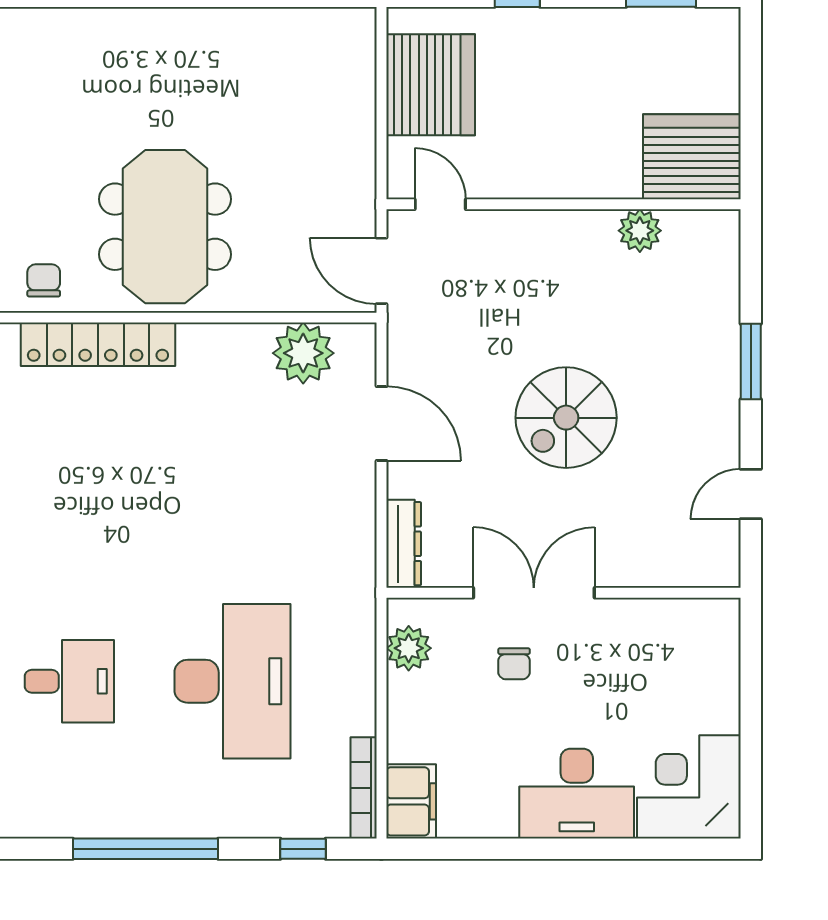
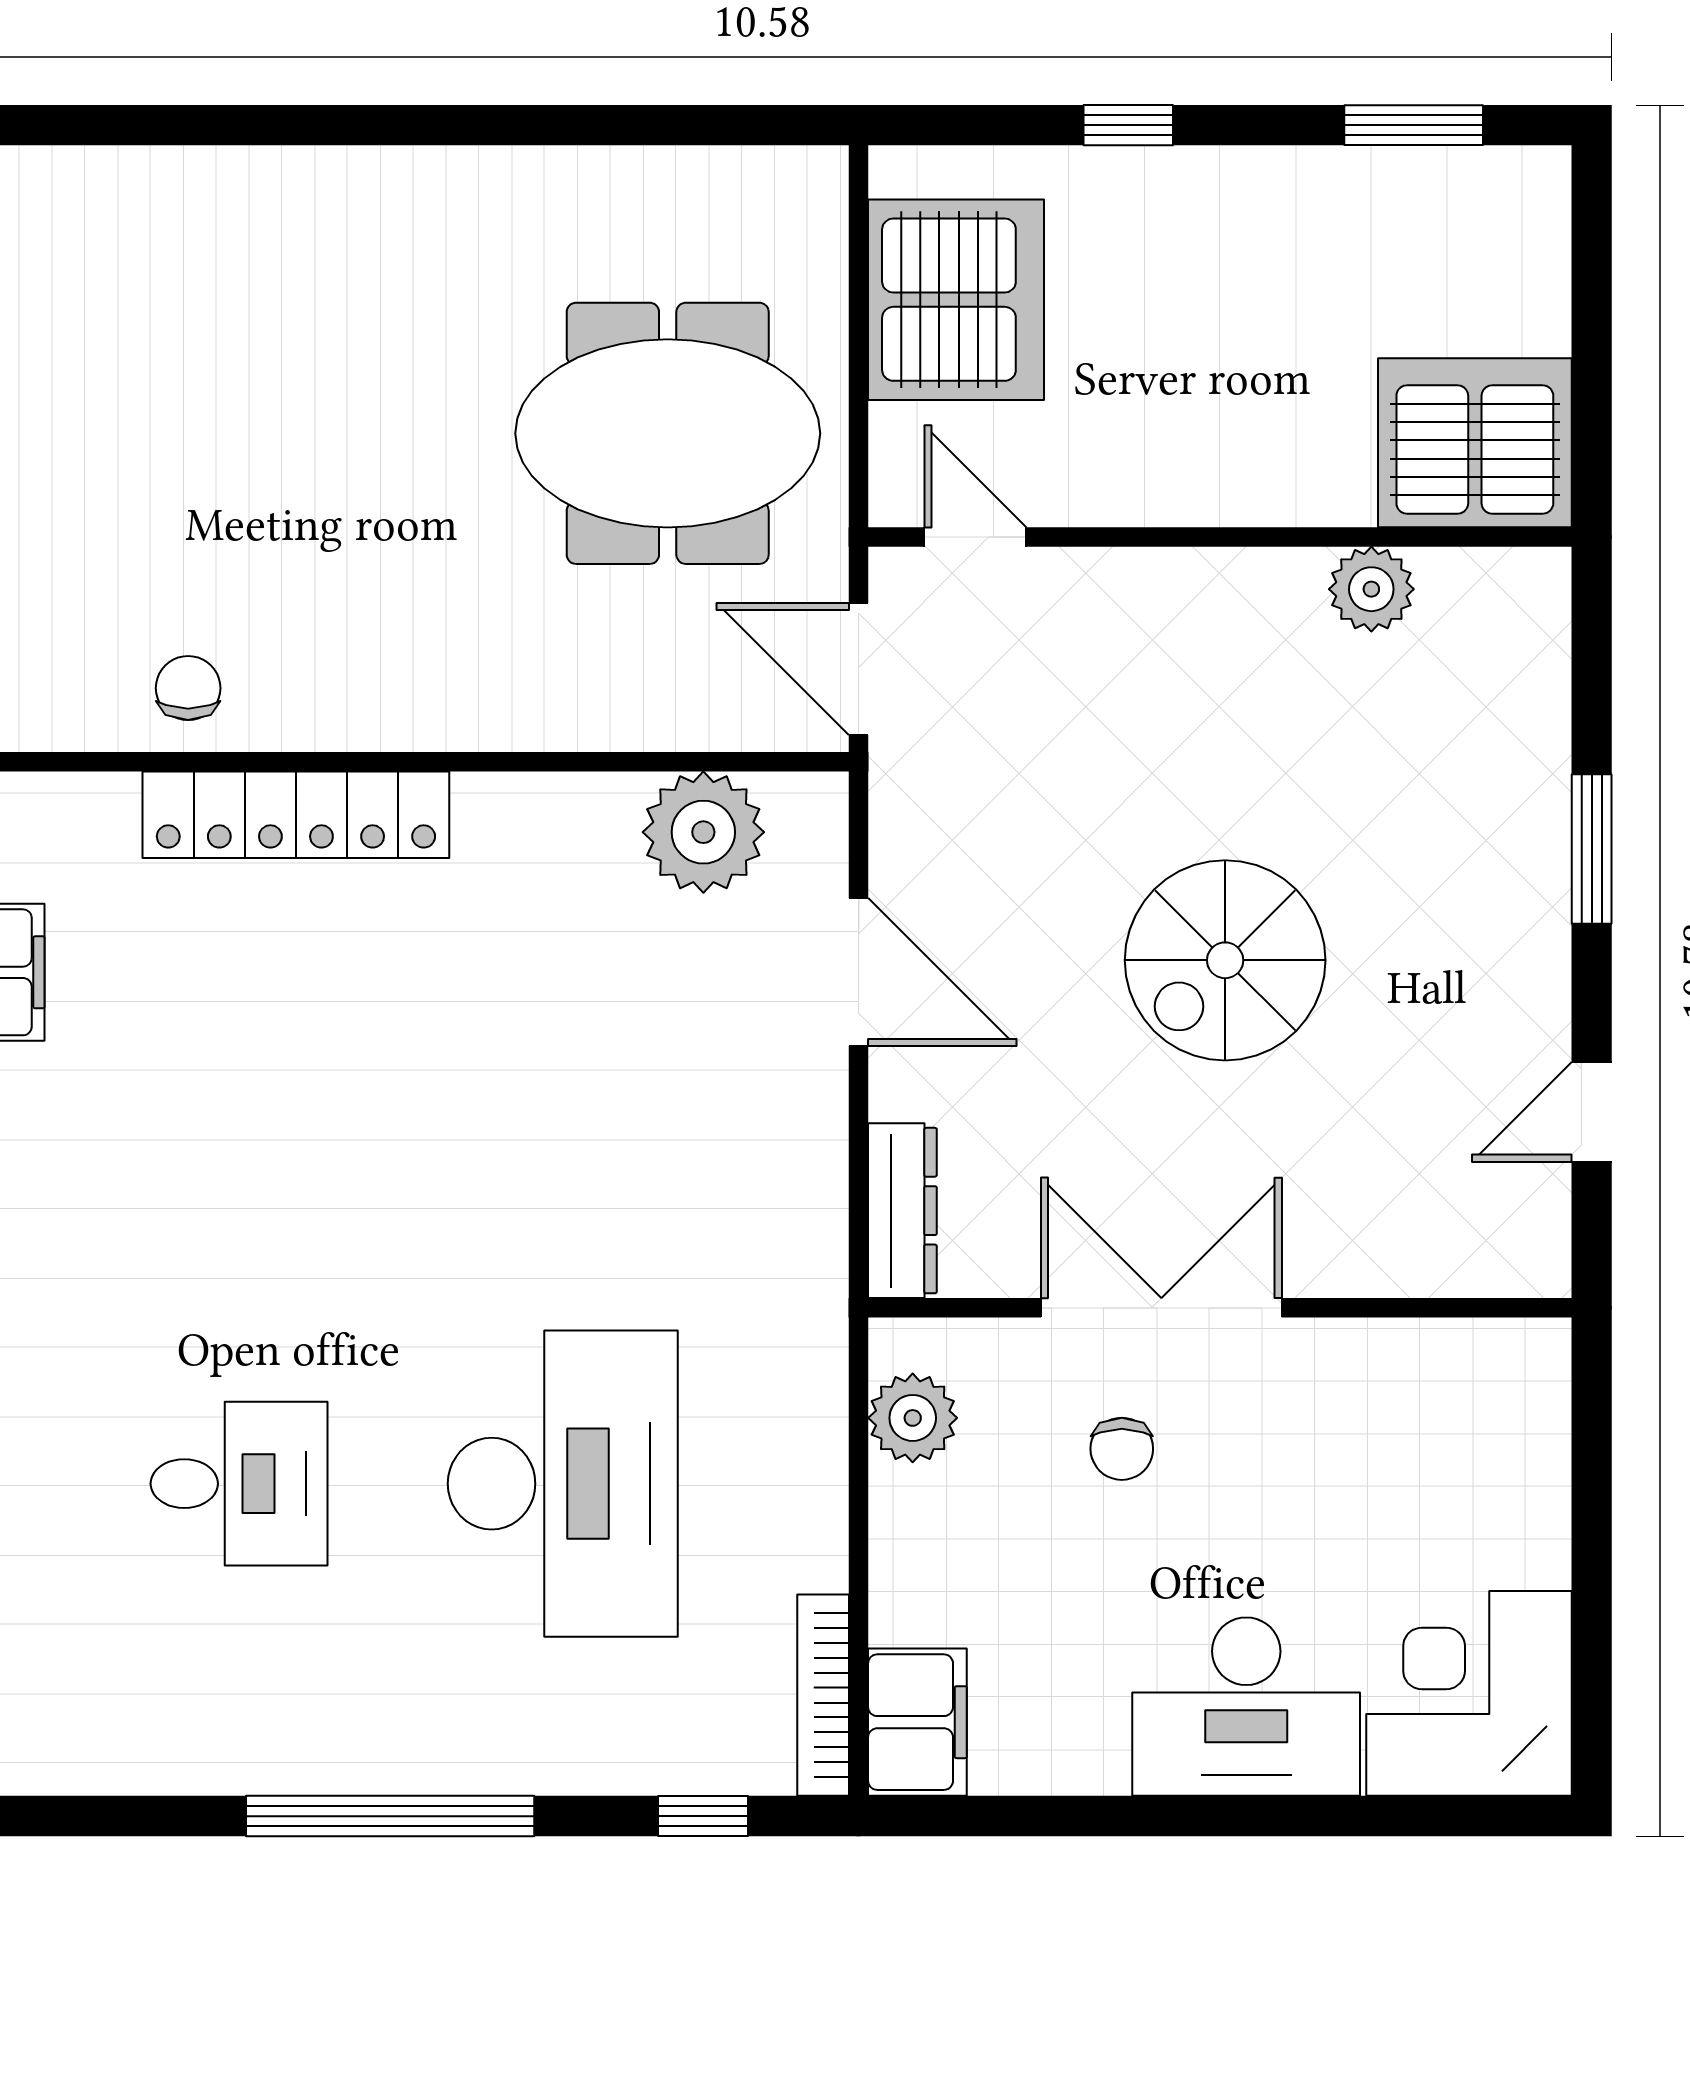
meeting table: (165, 227) -> (668, 433), moved, turned 90

